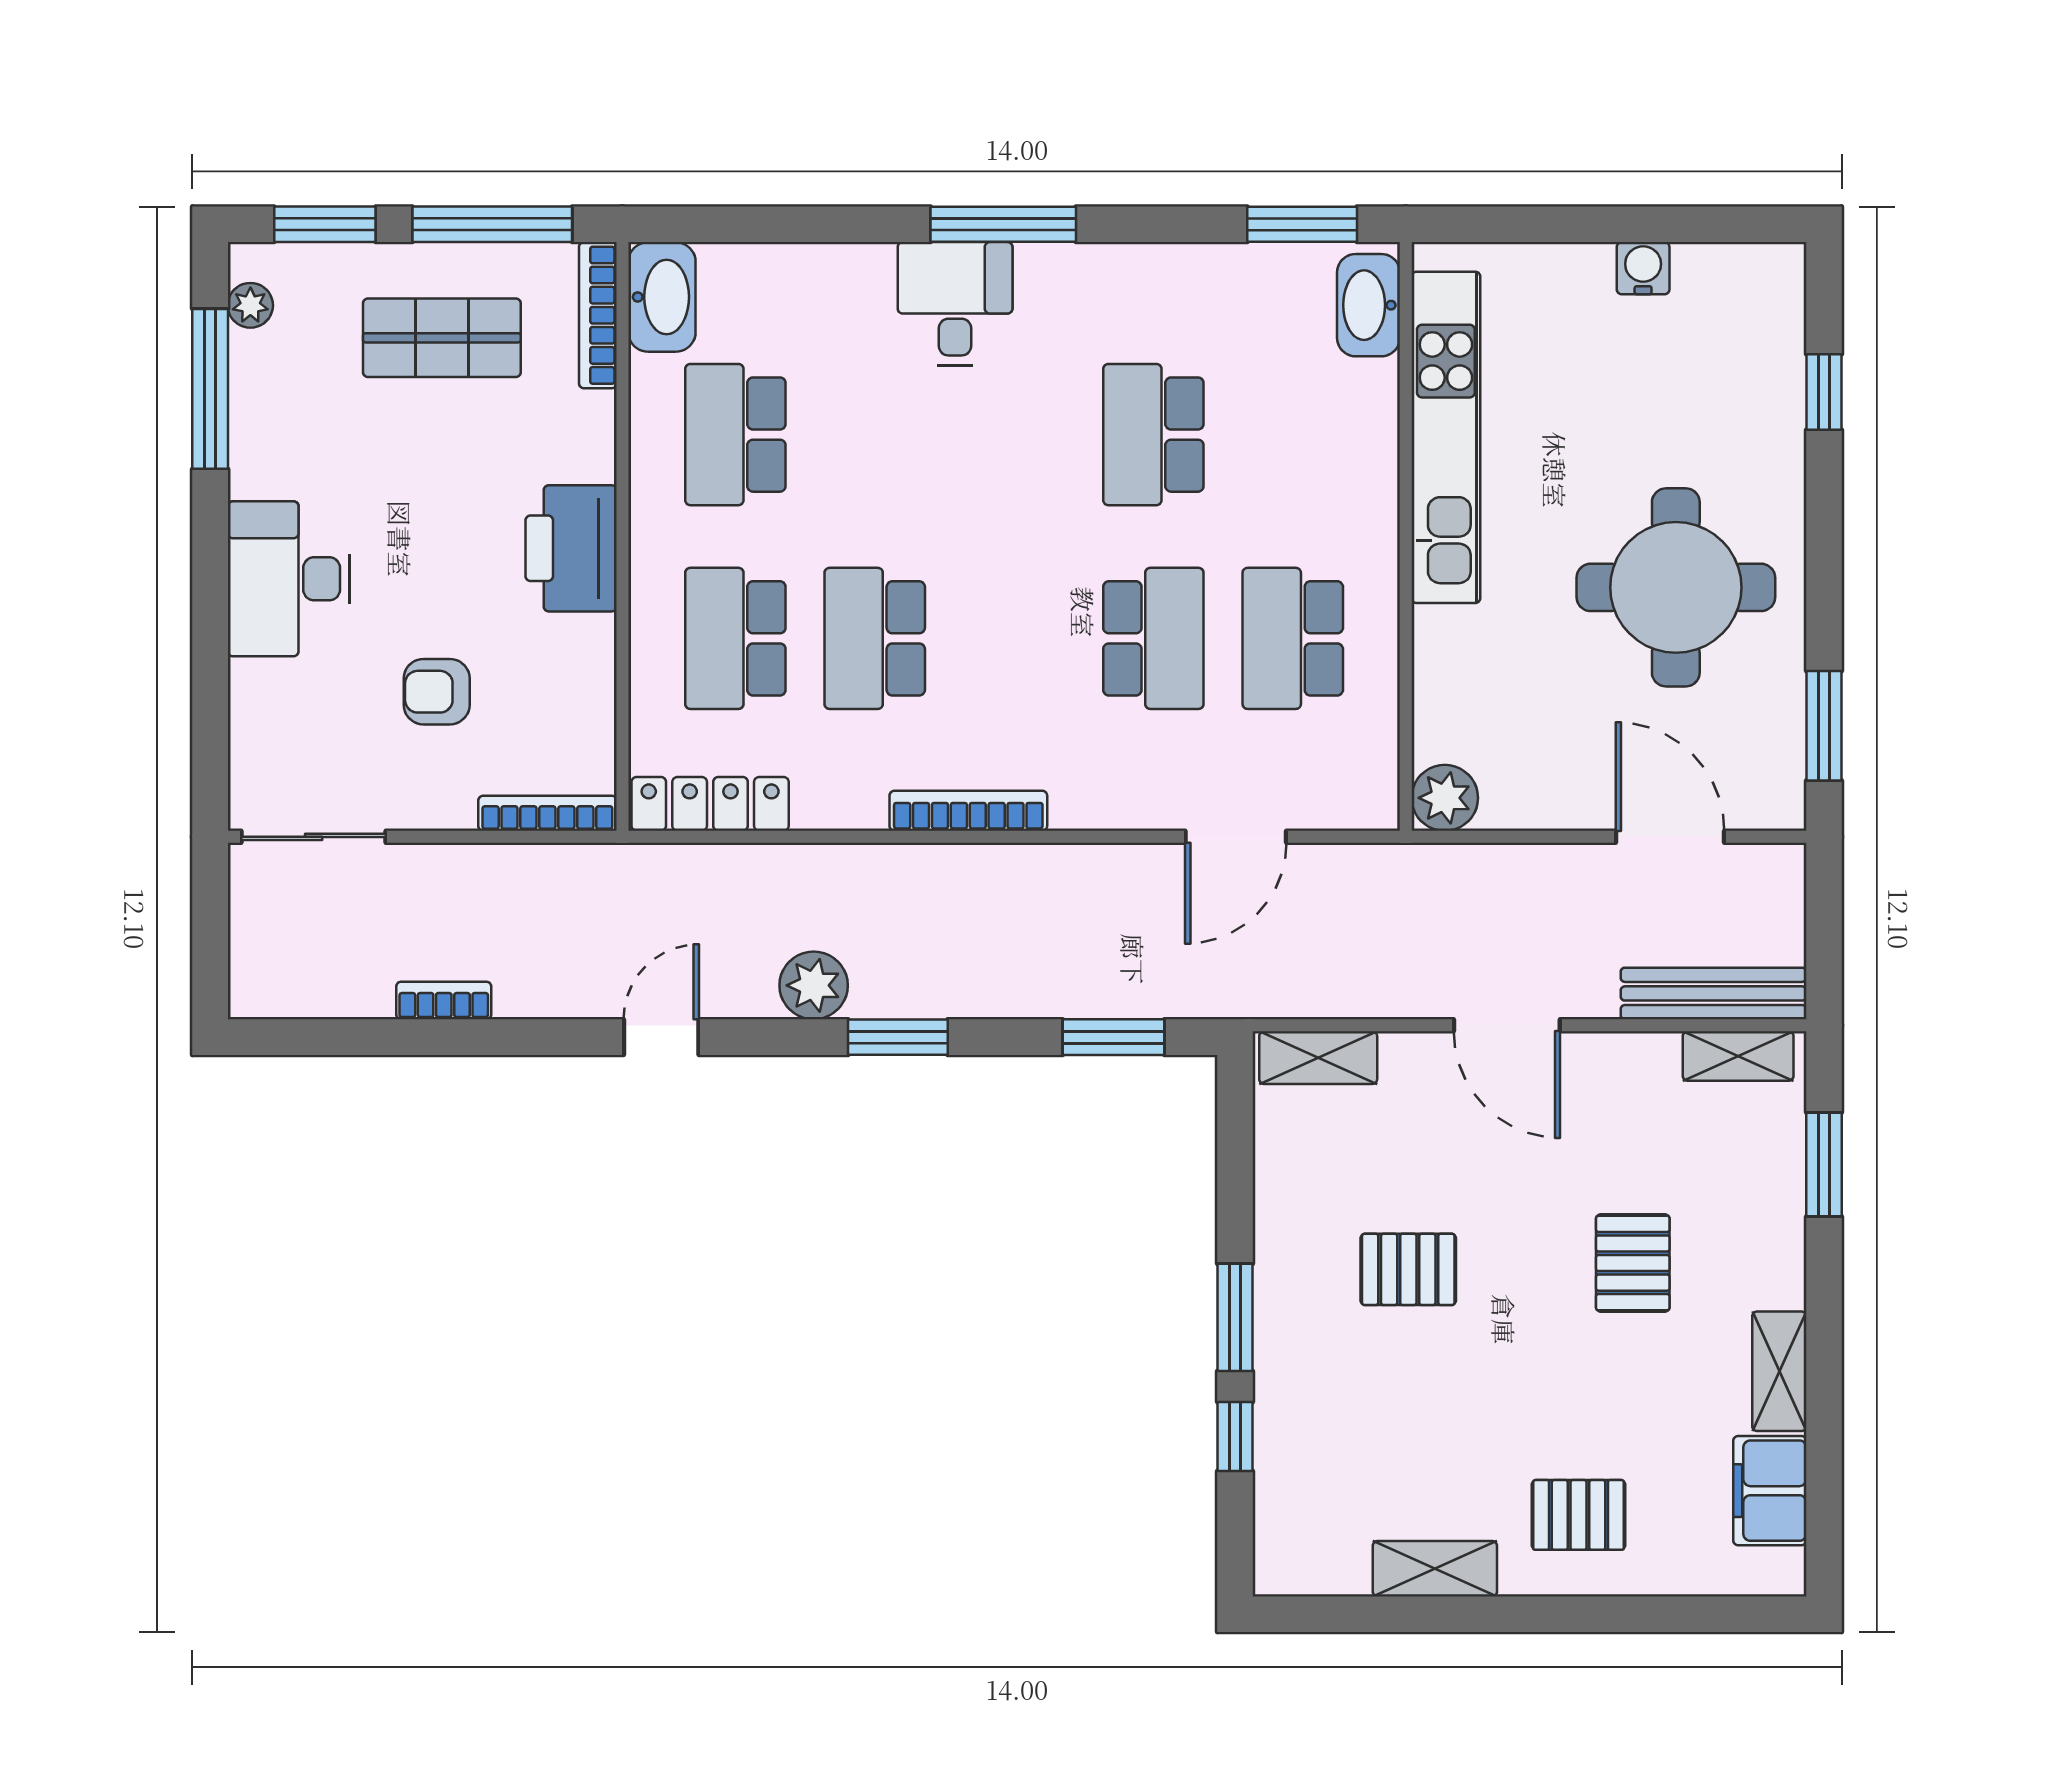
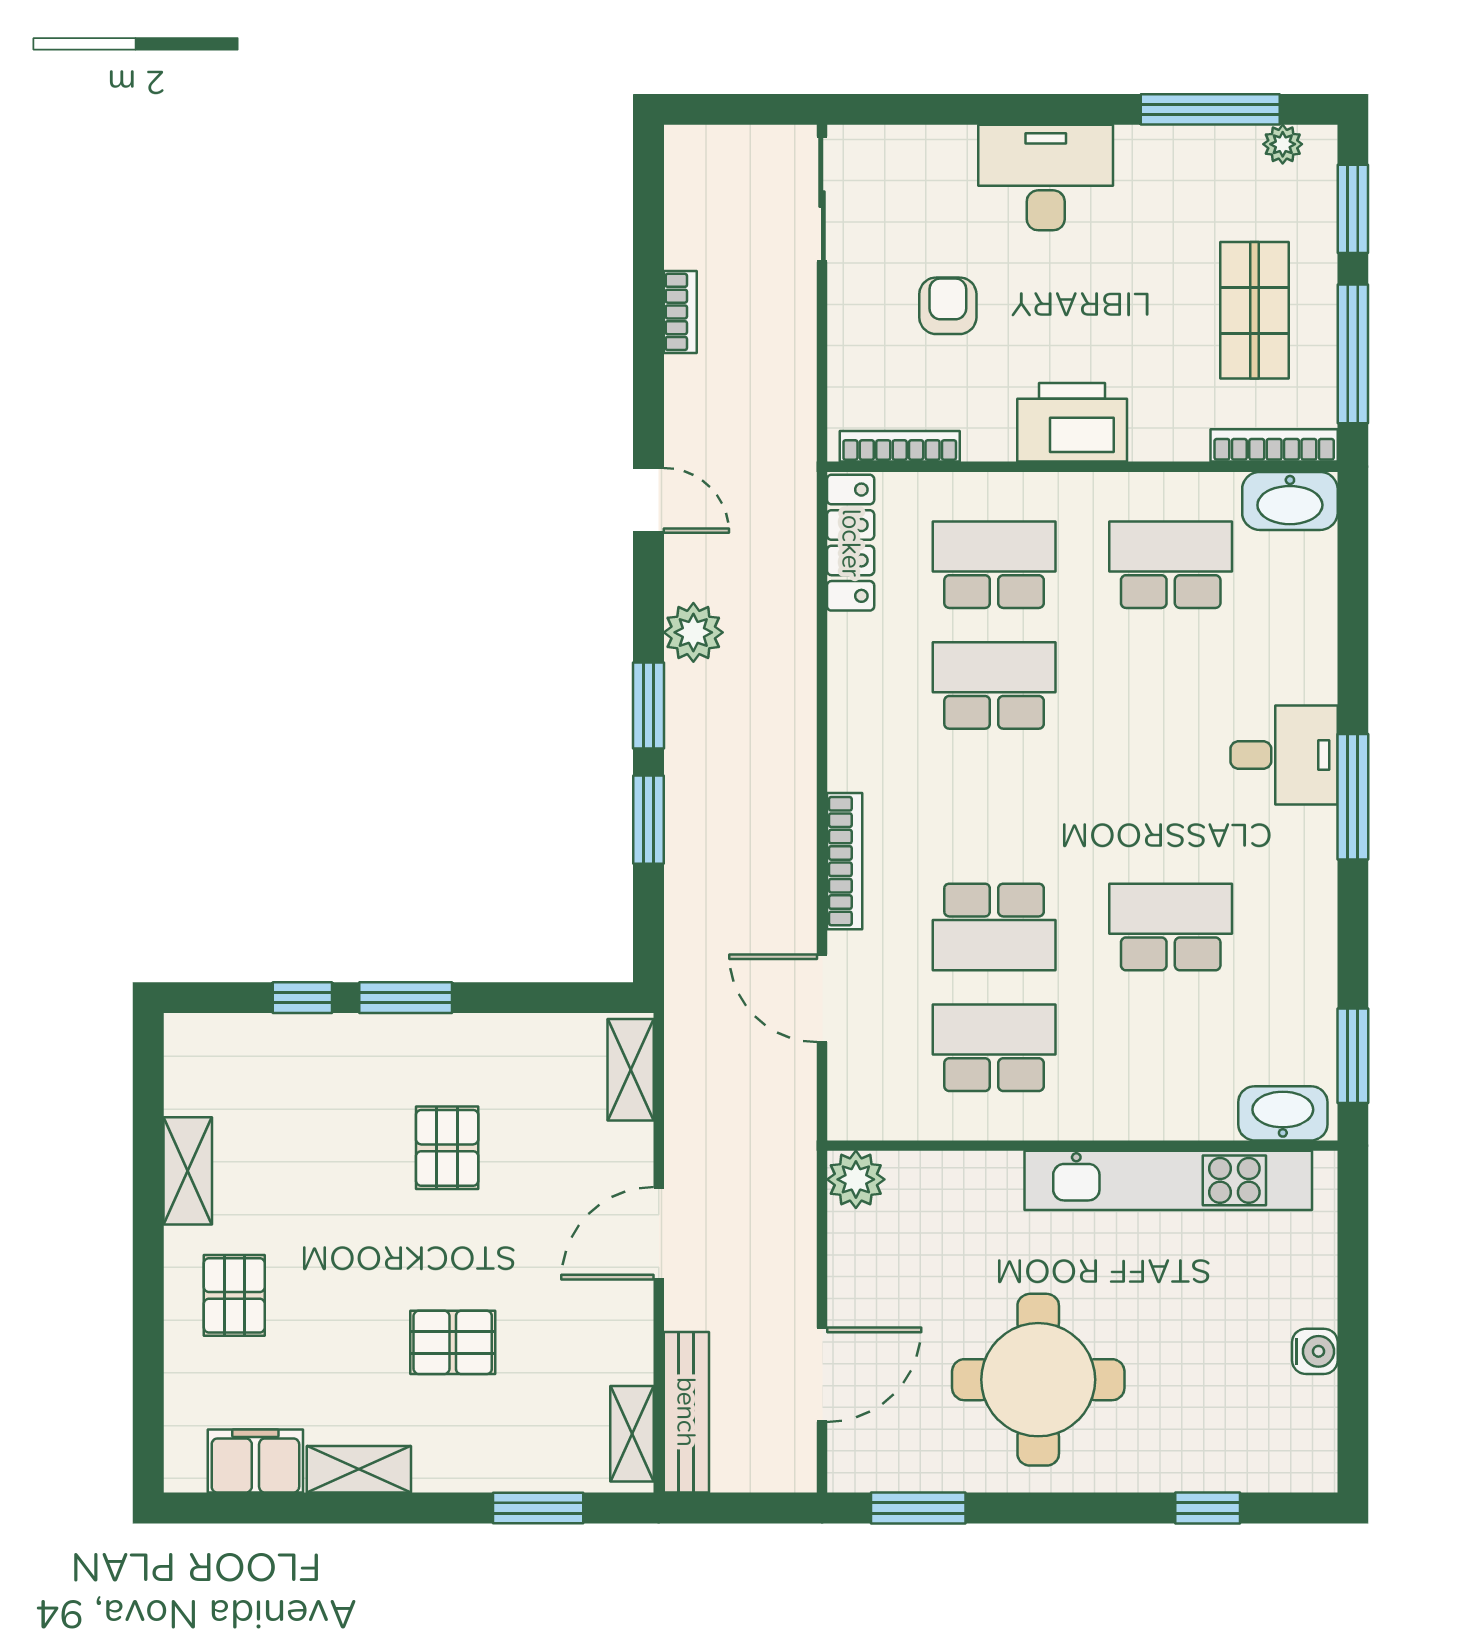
bookcase: (968, 811) -> (845, 861), moved
bookcase: (547, 813) -> (900, 446), moved, turned -90
window: (1113, 1037) -> (648, 820), moved

